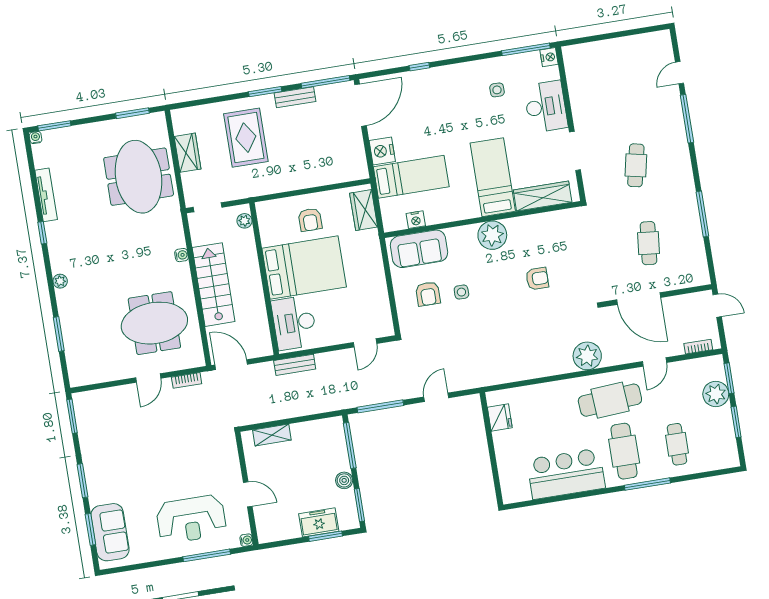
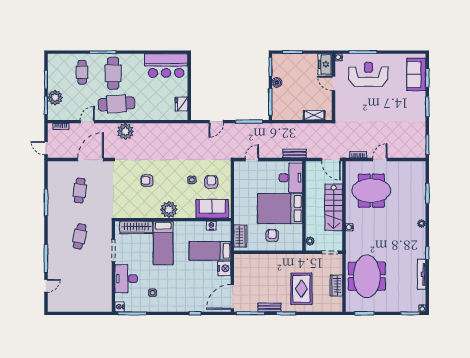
door: (639, 299) -> (91, 160), hinge flipped
bar counter: (566, 474) -> (166, 66), moved
freezer: (319, 522) -> (325, 64), moved, turned 90

